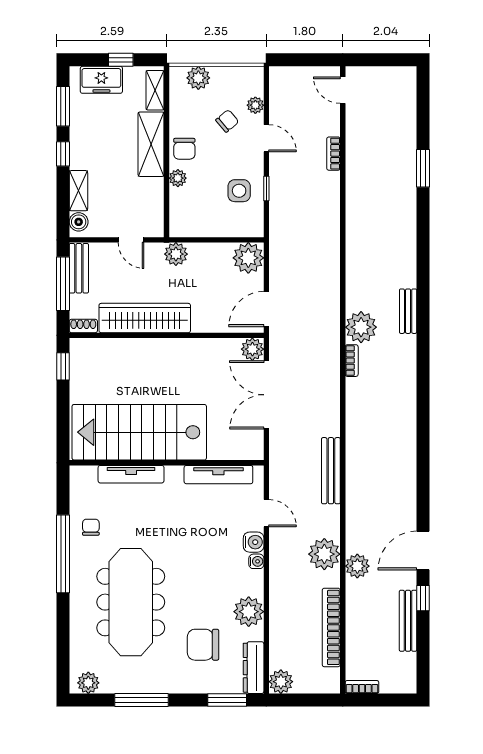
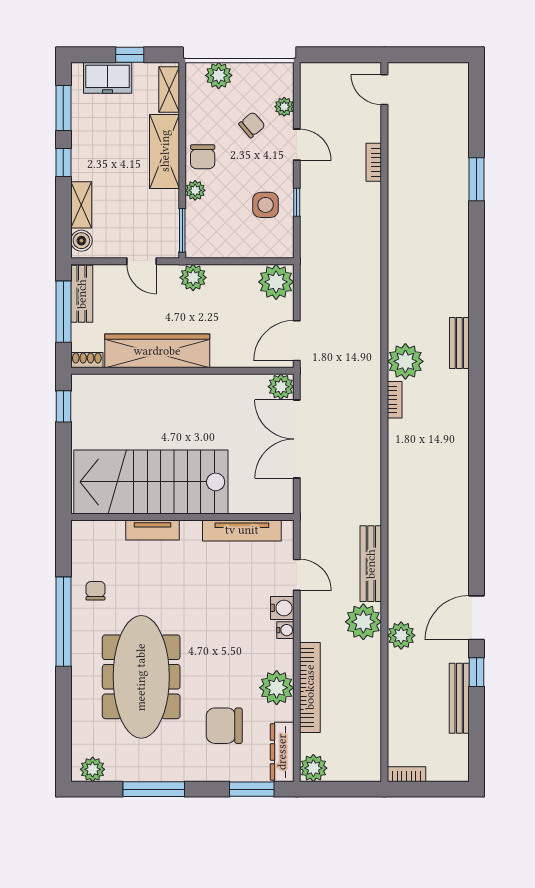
window: (167, 213) -> (182, 230), added
bench: (331, 471) -> (371, 564), moved
tv unit: (131, 474) -> (152, 530), width x0.71
bookcase: (331, 627) -> (310, 687), moved, turned 180

